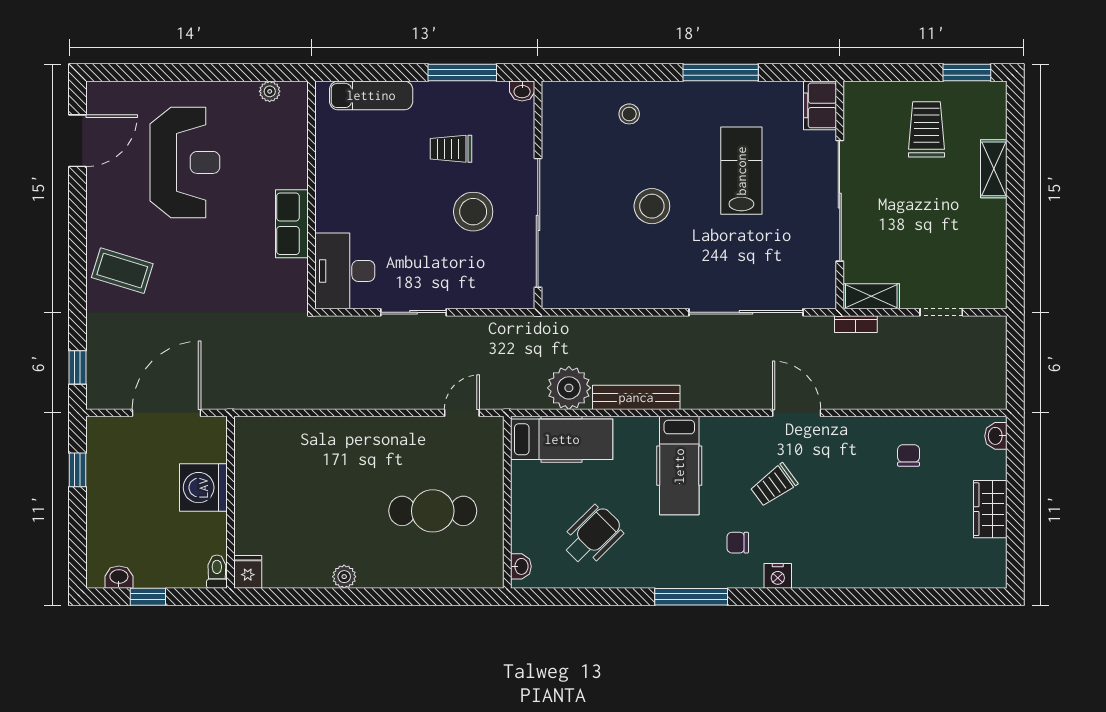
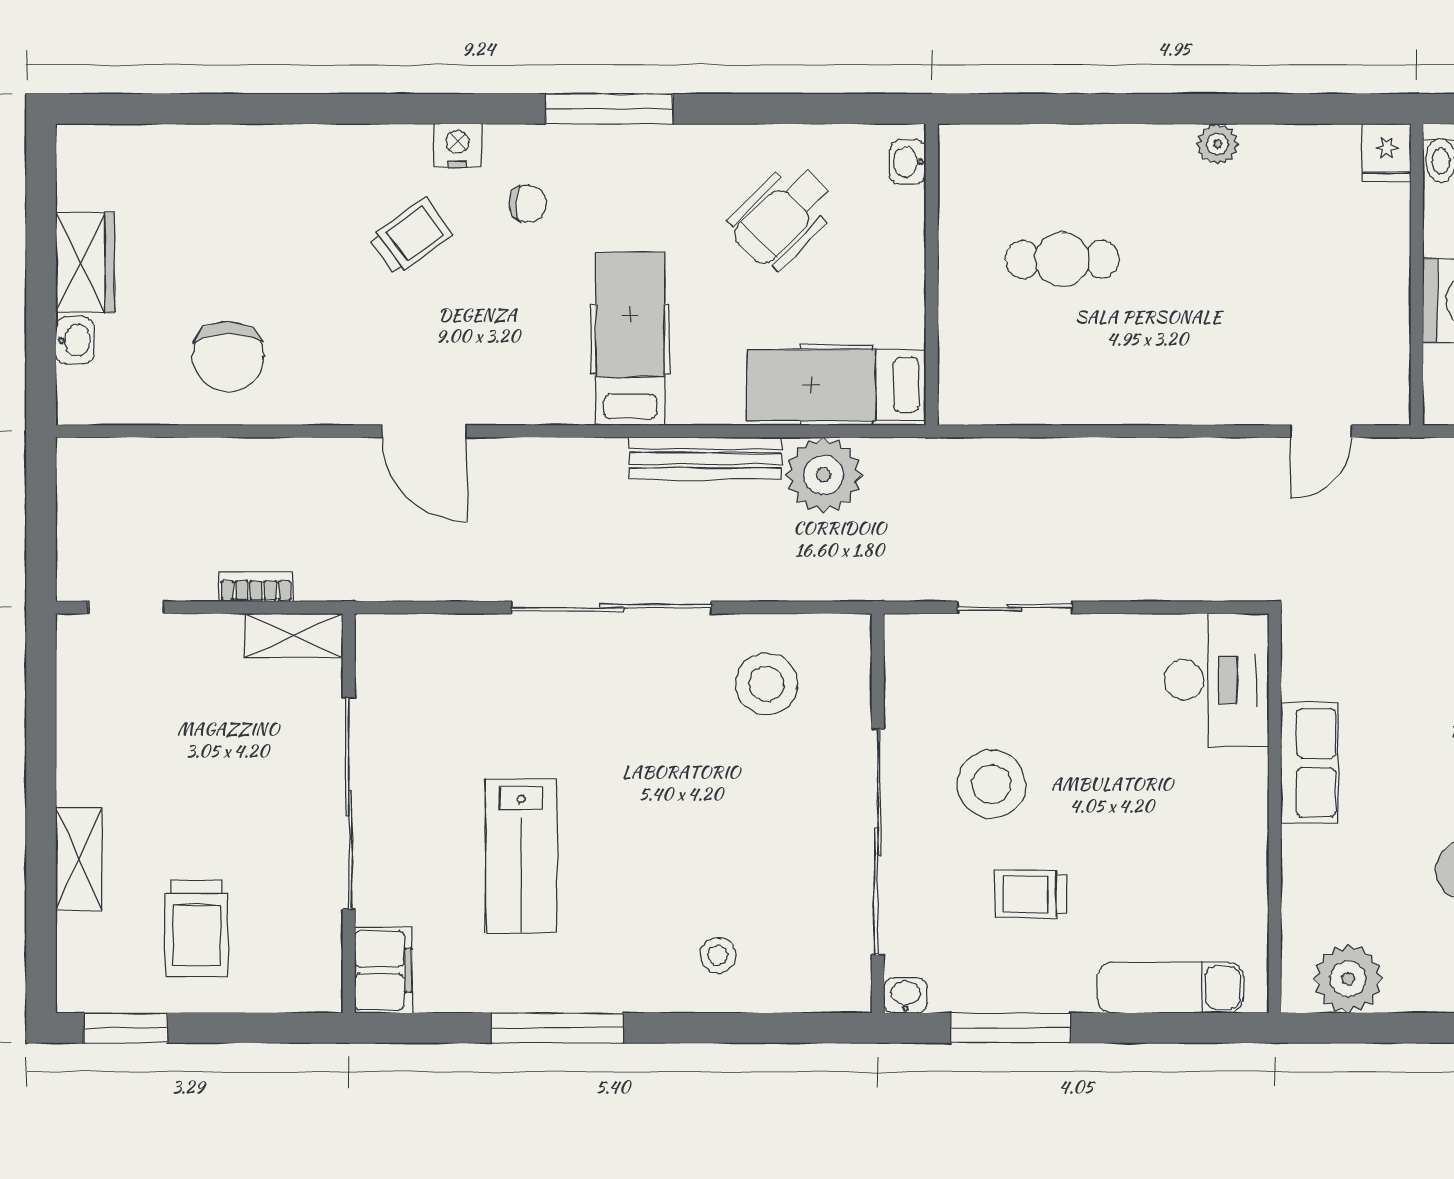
plant: (270, 91) -> (1348, 979), width x1.88, depth x1.88
trolley: (451, 149) -> (1030, 894), turned 180
stool: (652, 206) -> (766, 684), moved
sliding door: (538, 223) -> (878, 842), moved
sliding door: (413, 312) -> (1015, 608), moved
sliding door: (746, 312) -> (611, 608), moved
doorway: (941, 312) -> (126, 608), moved
bookcase: (856, 324) -> (256, 587), moved
door: (462, 413) -> (1321, 431), moved
washbasin: (996, 436) -> (75, 340), moved
chair: (909, 455) -> (228, 357), width x1.87, depth x1.87
trolley: (774, 485) -> (411, 236), moved
cafe table: (433, 511) -> (1062, 259), width x0.73, depth x0.74

